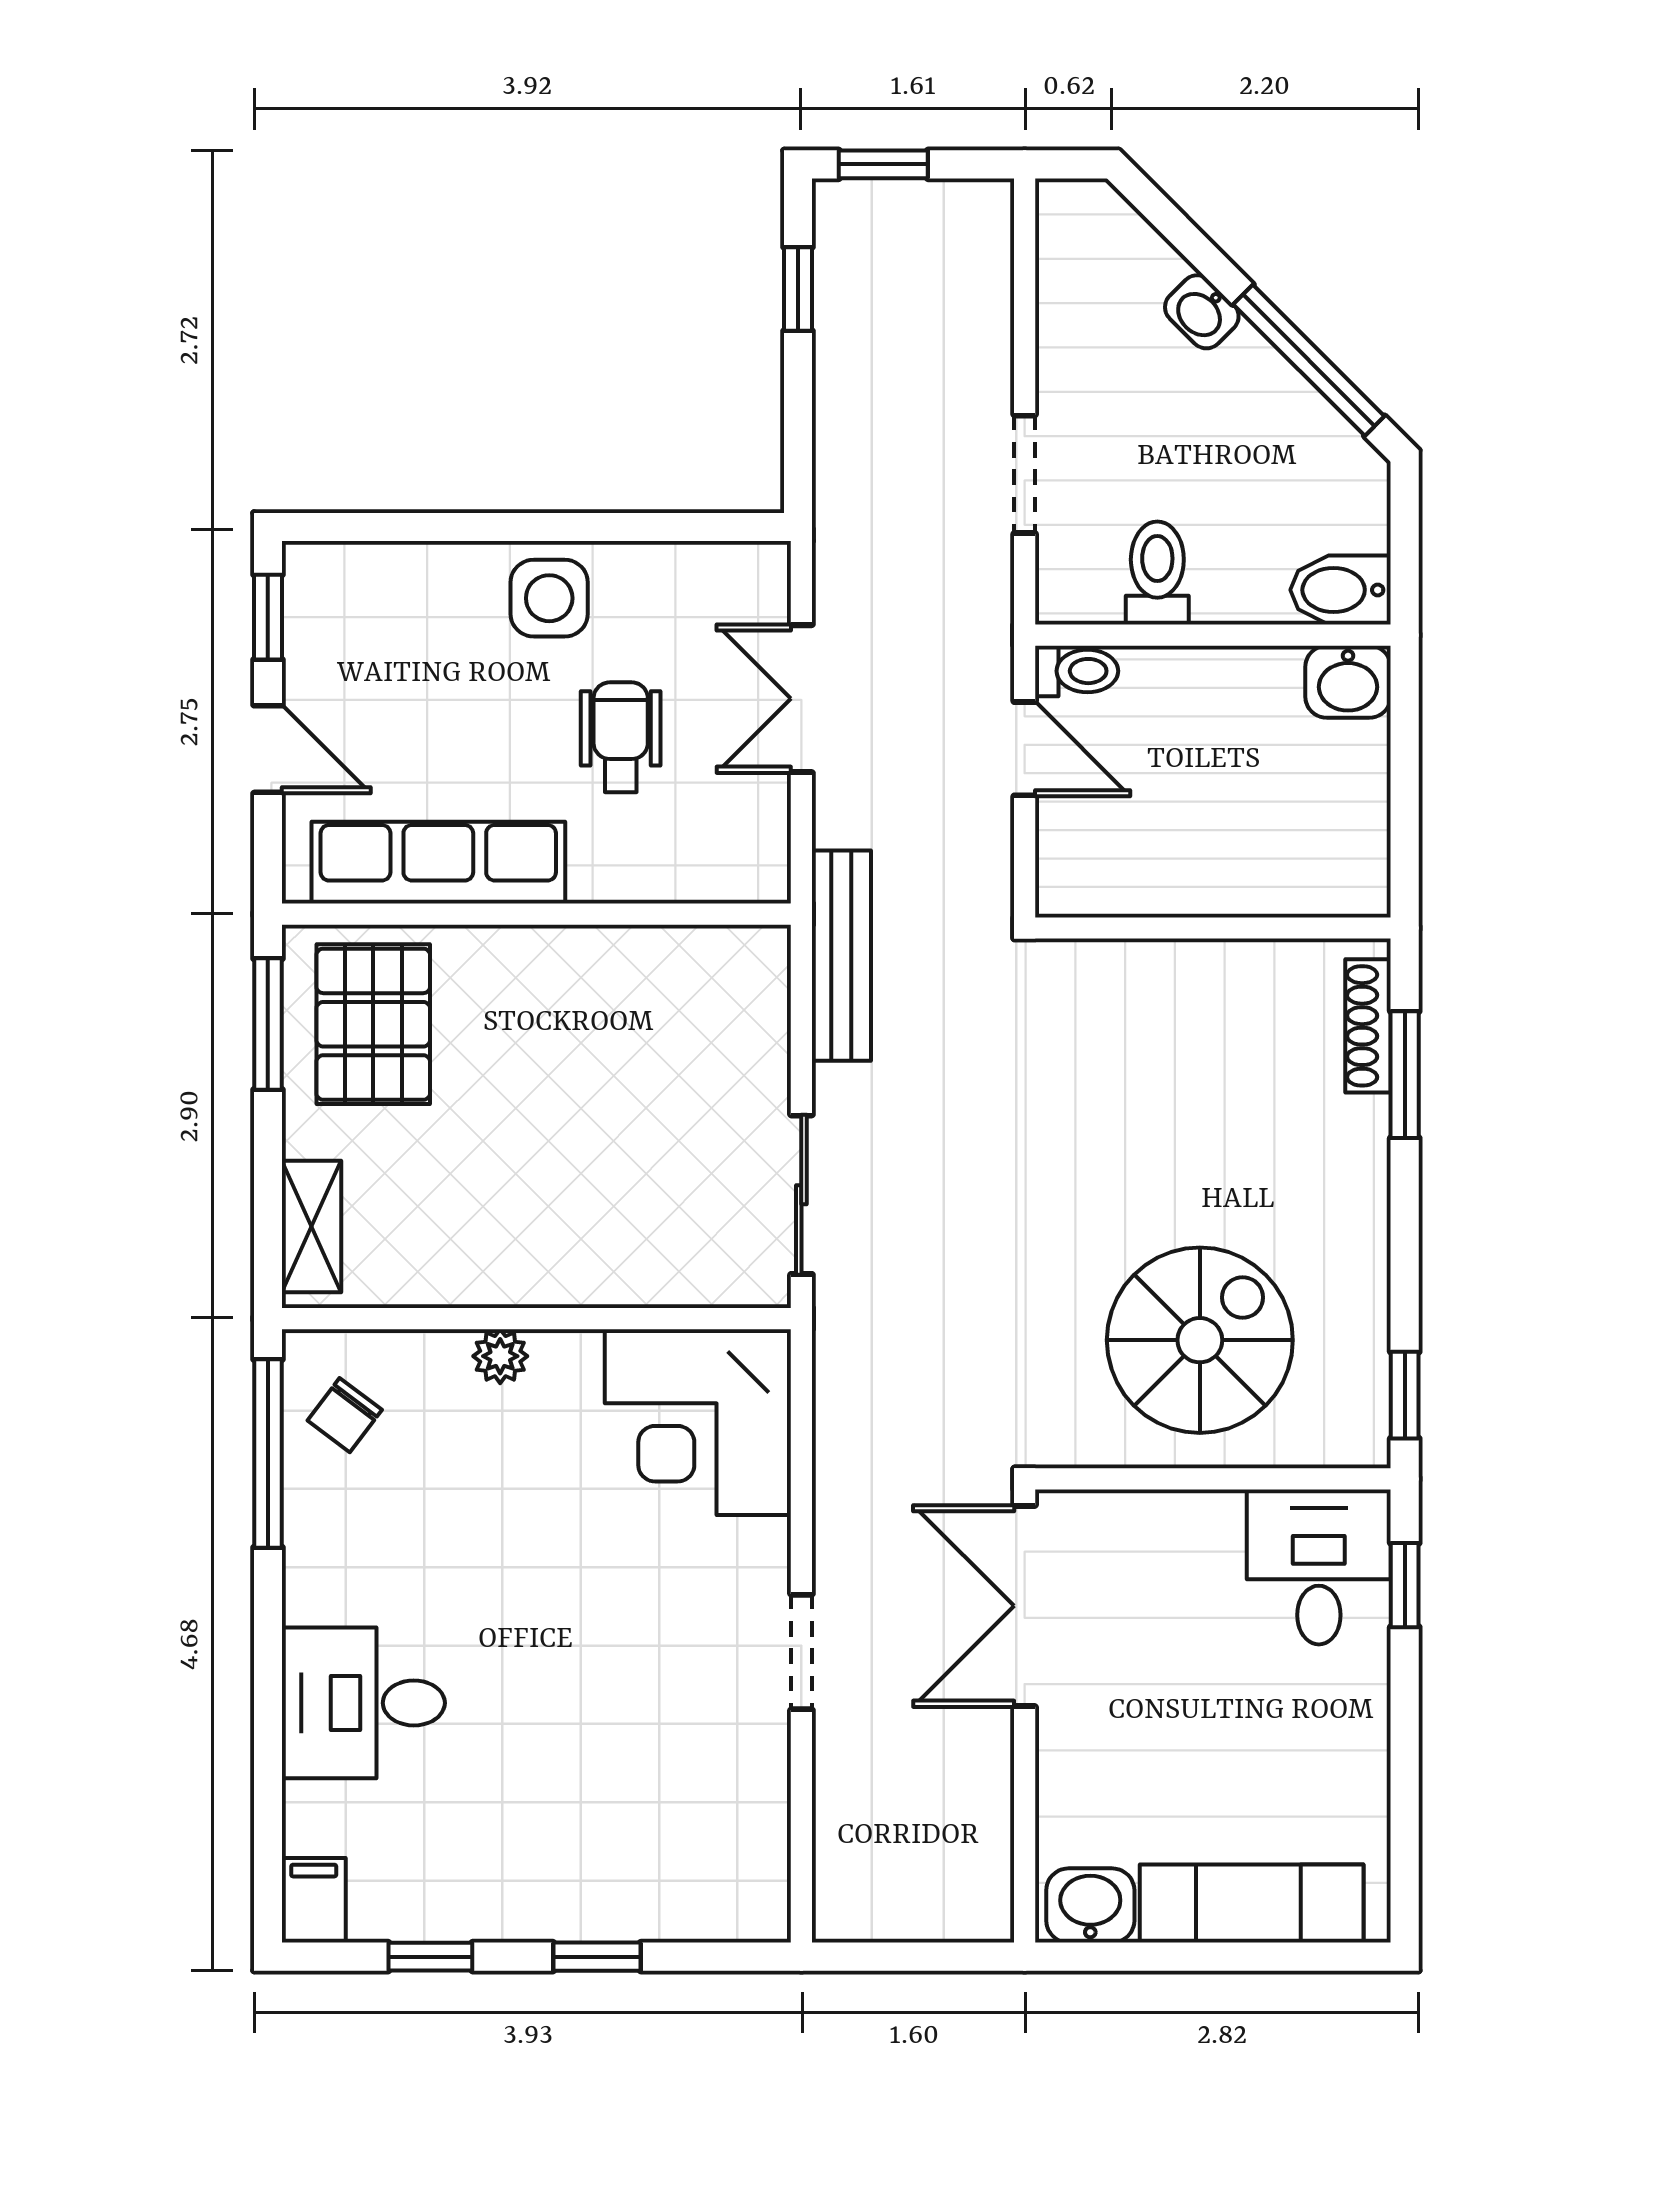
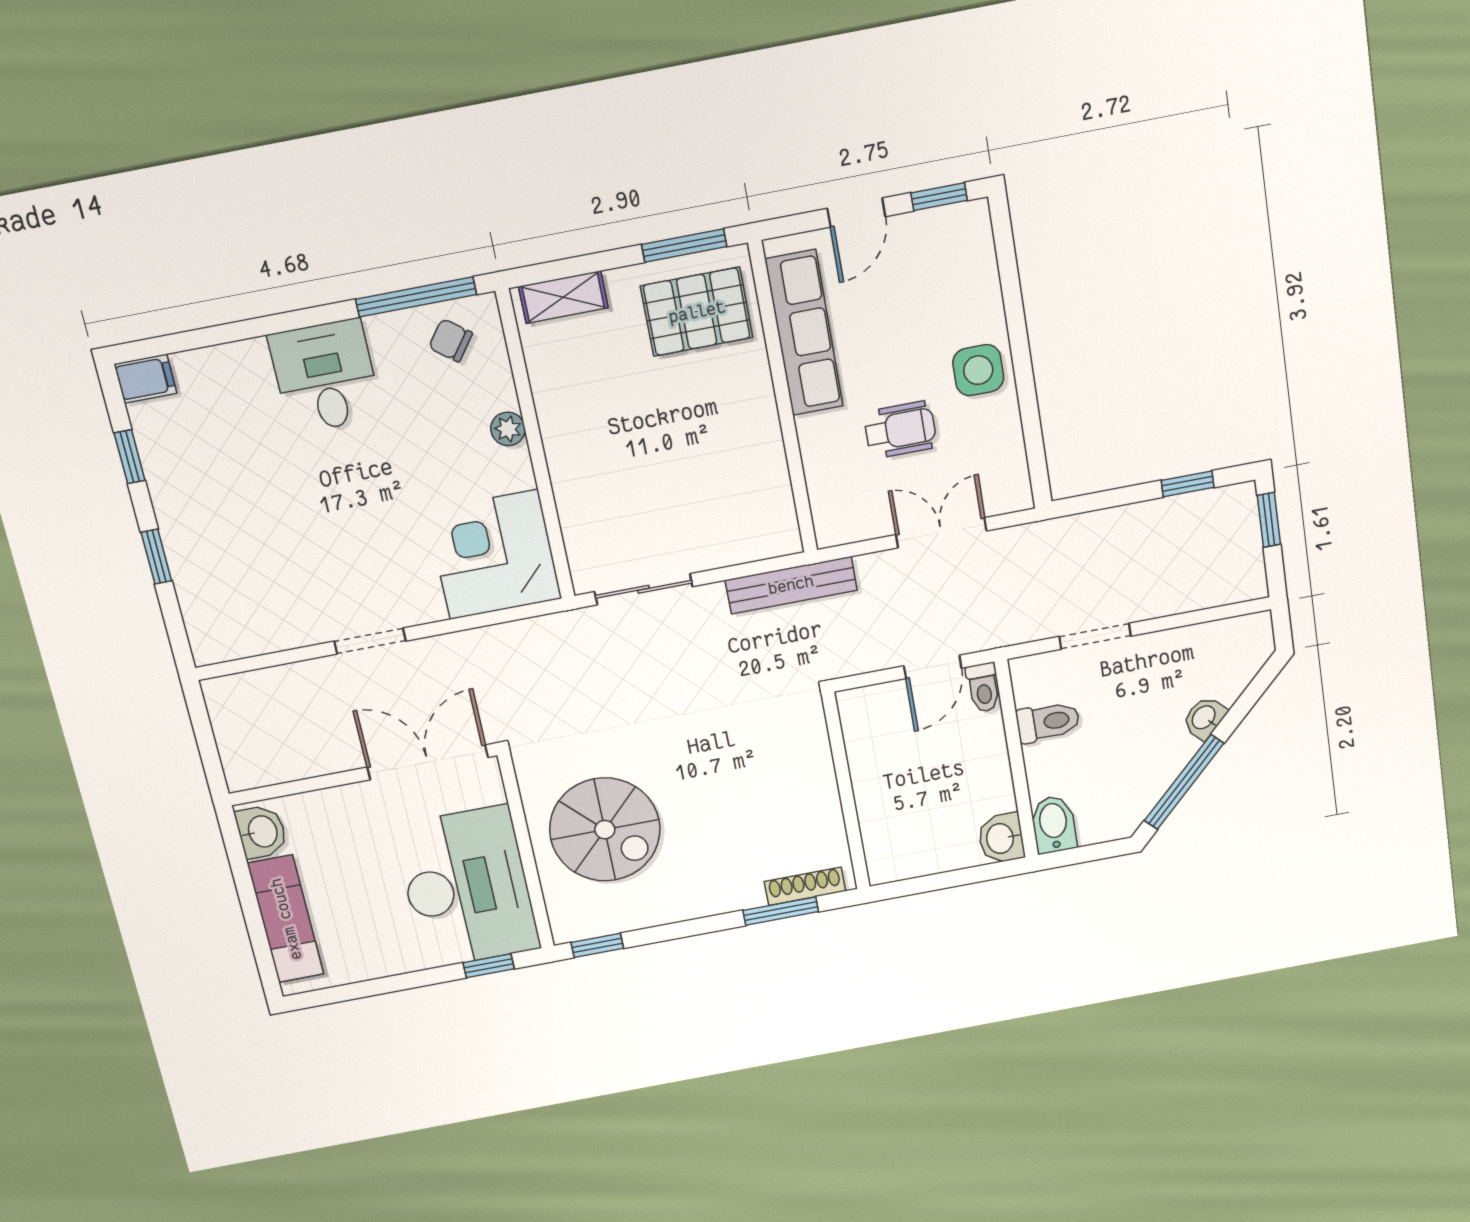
desk: (1319, 1567) -> (467, 887), width x1.87, depth x1.30
desk: (363, 1703) -> (325, 376), moved

